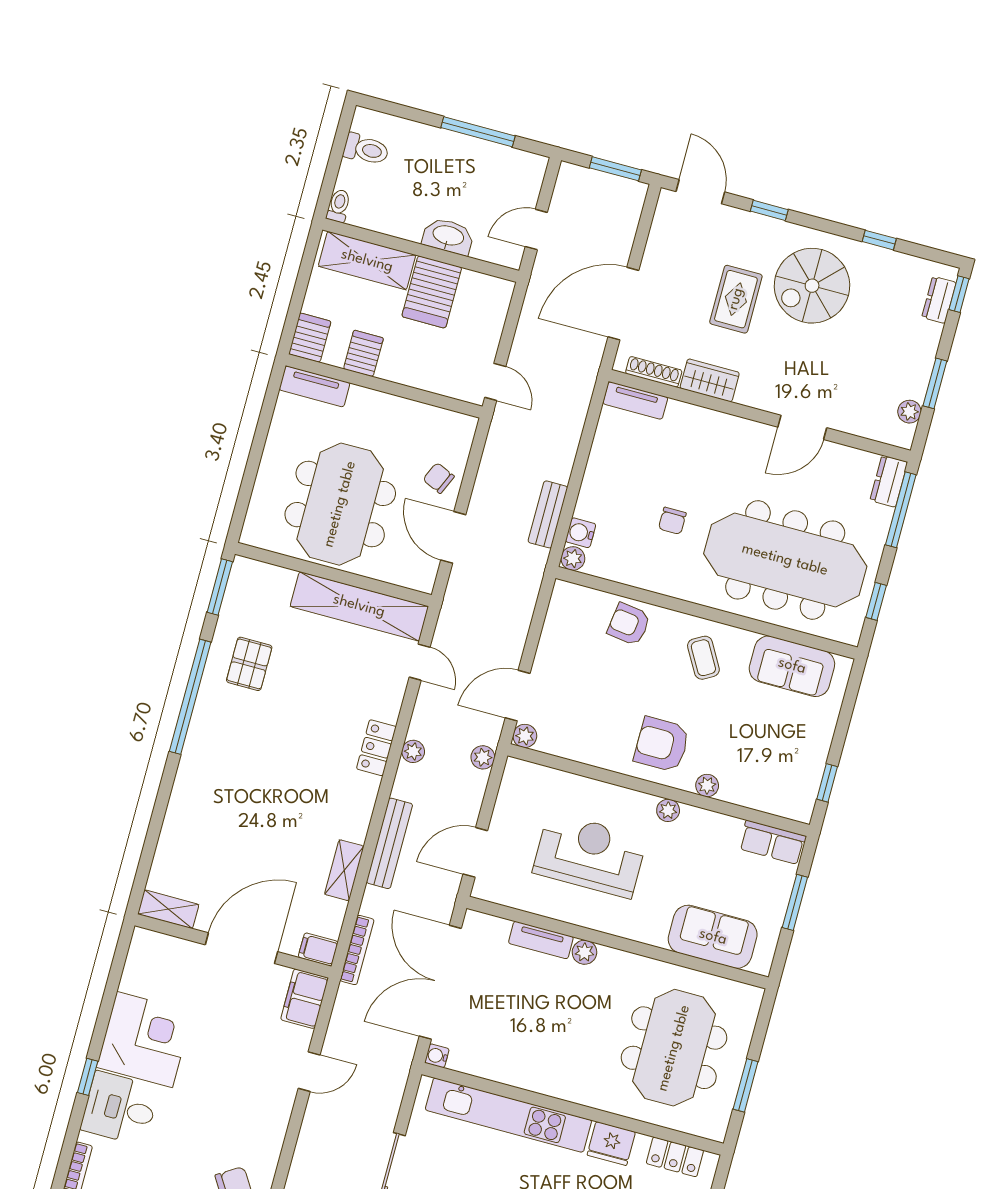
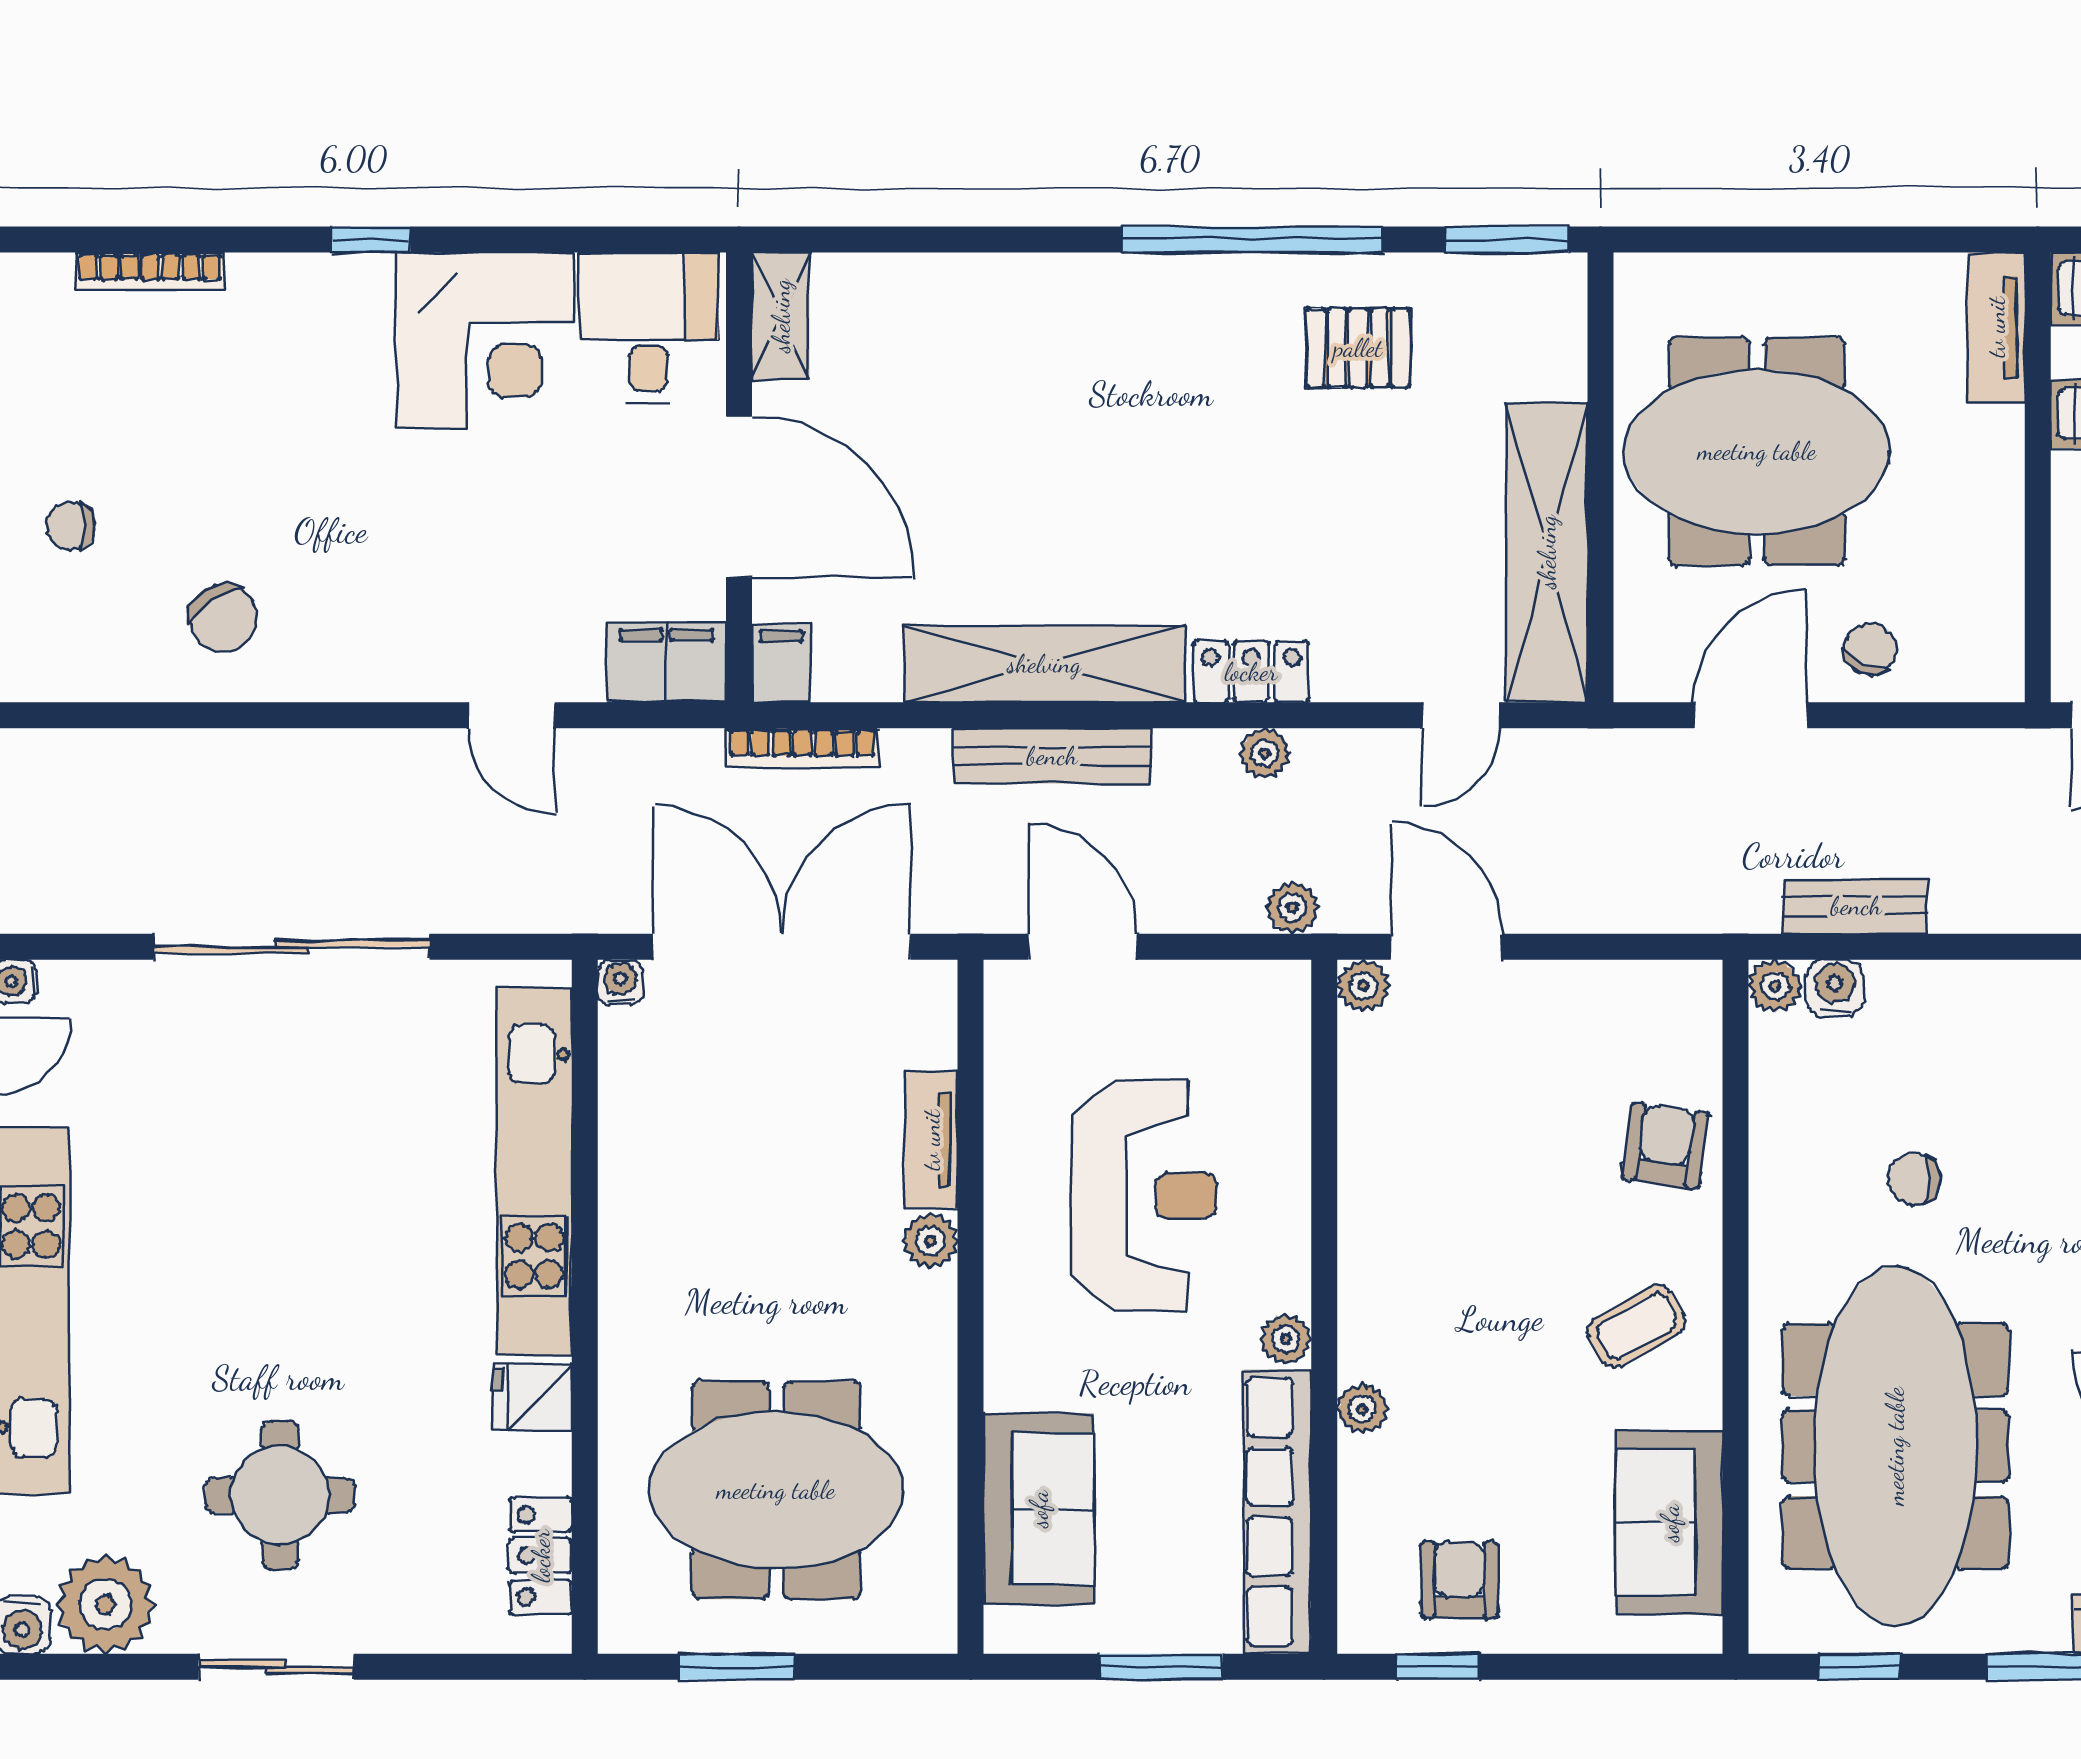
armchair: (662, 744) -> (1459, 1580), moved, width x0.72, depth x0.72
row of seats: (773, 842) -> (1278, 1512), width x2.02
shelving: (344, 870) -> (1044, 664), width x2.20, depth x1.33
desk: (120, 1108) -> (648, 328), moved
fridge: (611, 1144) -> (532, 1398), width x0.72

